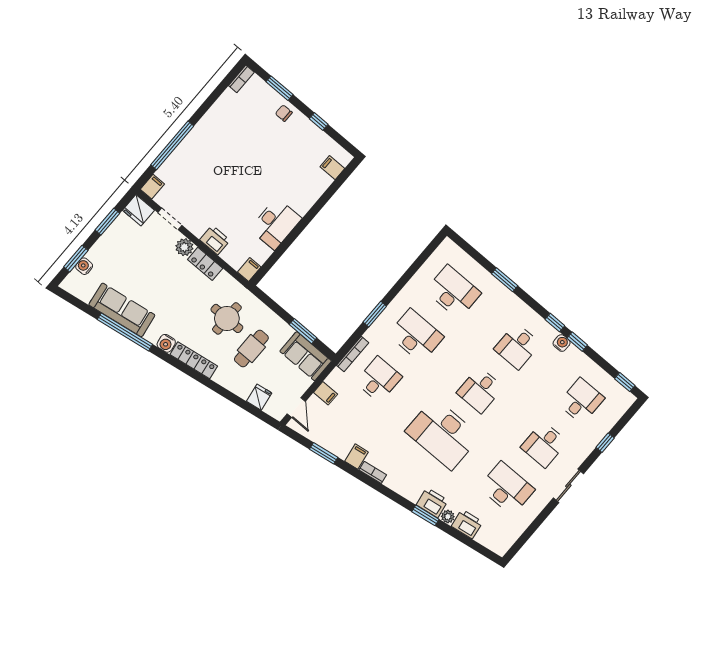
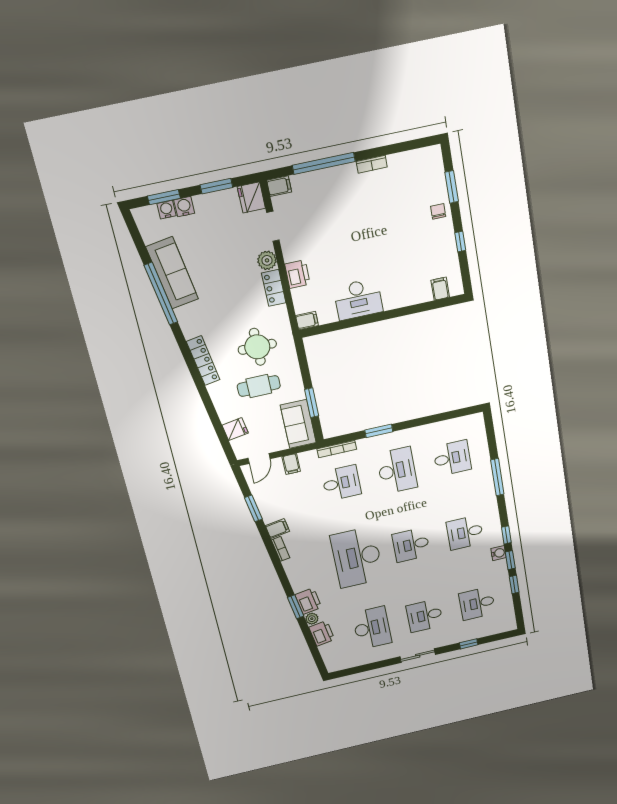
bookcase: (241, 79) -> (372, 164), moved
window: (505, 280) -> (497, 477), width x1.44
desk: (453, 292) -> (452, 458), width x0.73
water cooler: (166, 343) -> (184, 207), moved, turned 99
window: (625, 382) -> (514, 584), moved
desk: (581, 401) -> (477, 603), turned 180

